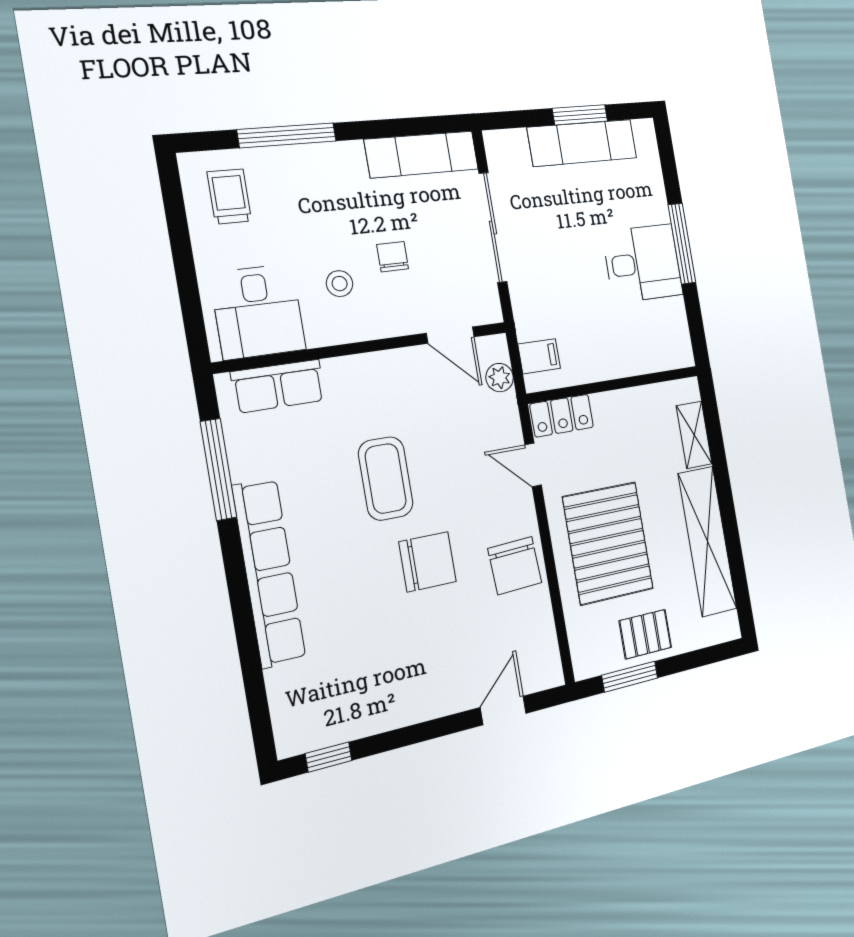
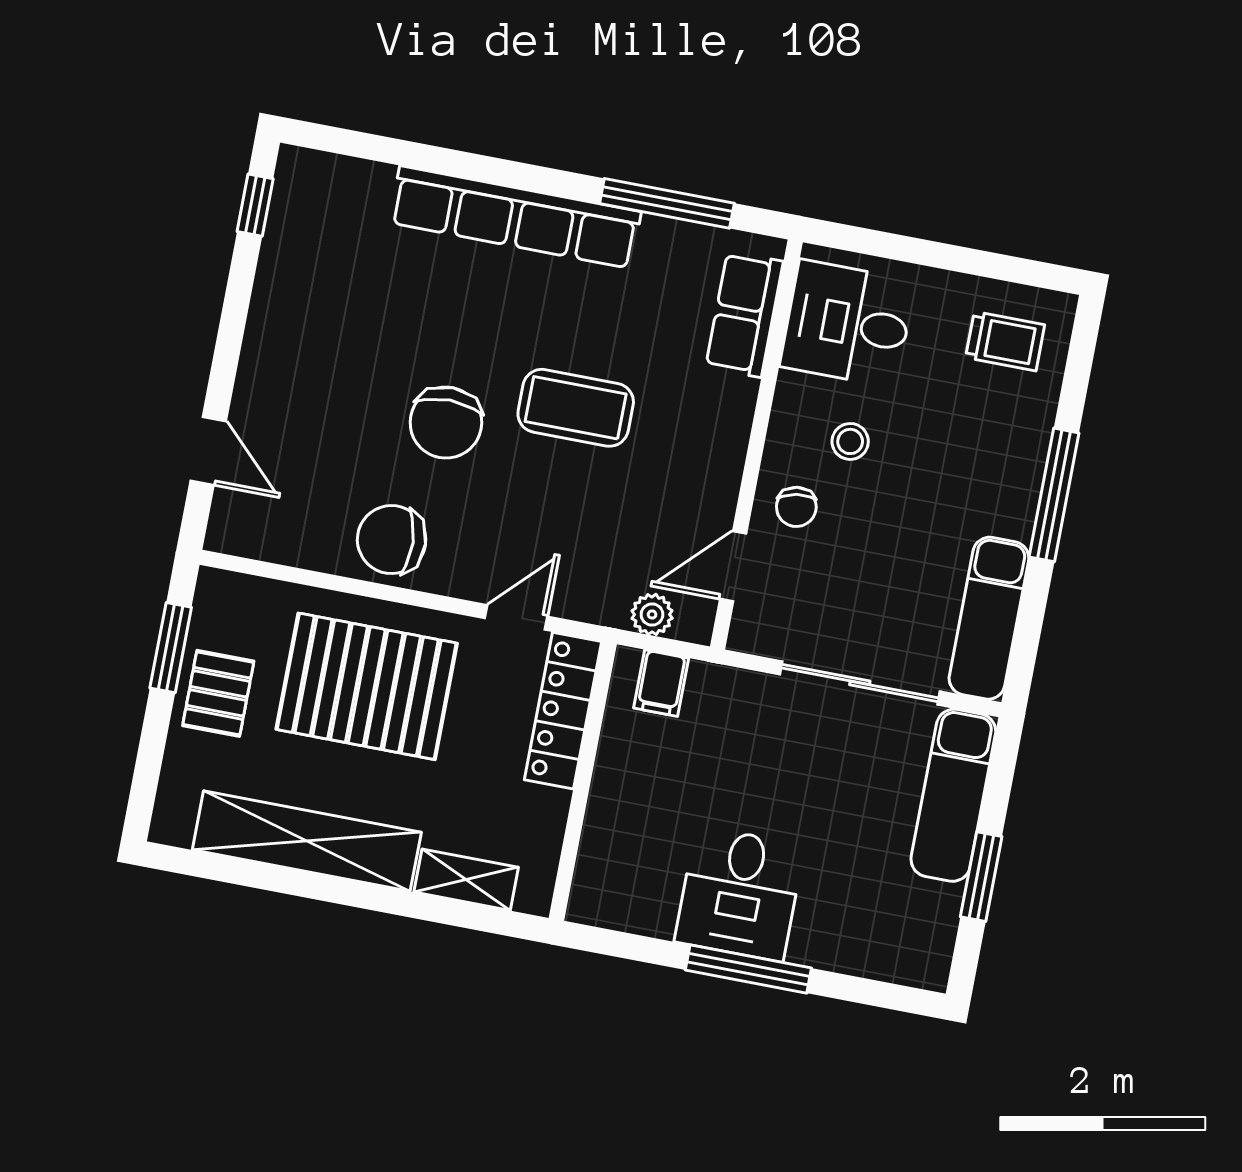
window: (287, 135) -> (1054, 495), moved
exam couch: (582, 143) -> (953, 795), moved
chair: (393, 257) -> (796, 507), moved, turned 81
locker: (562, 416) -> (563, 711), width x1.53

